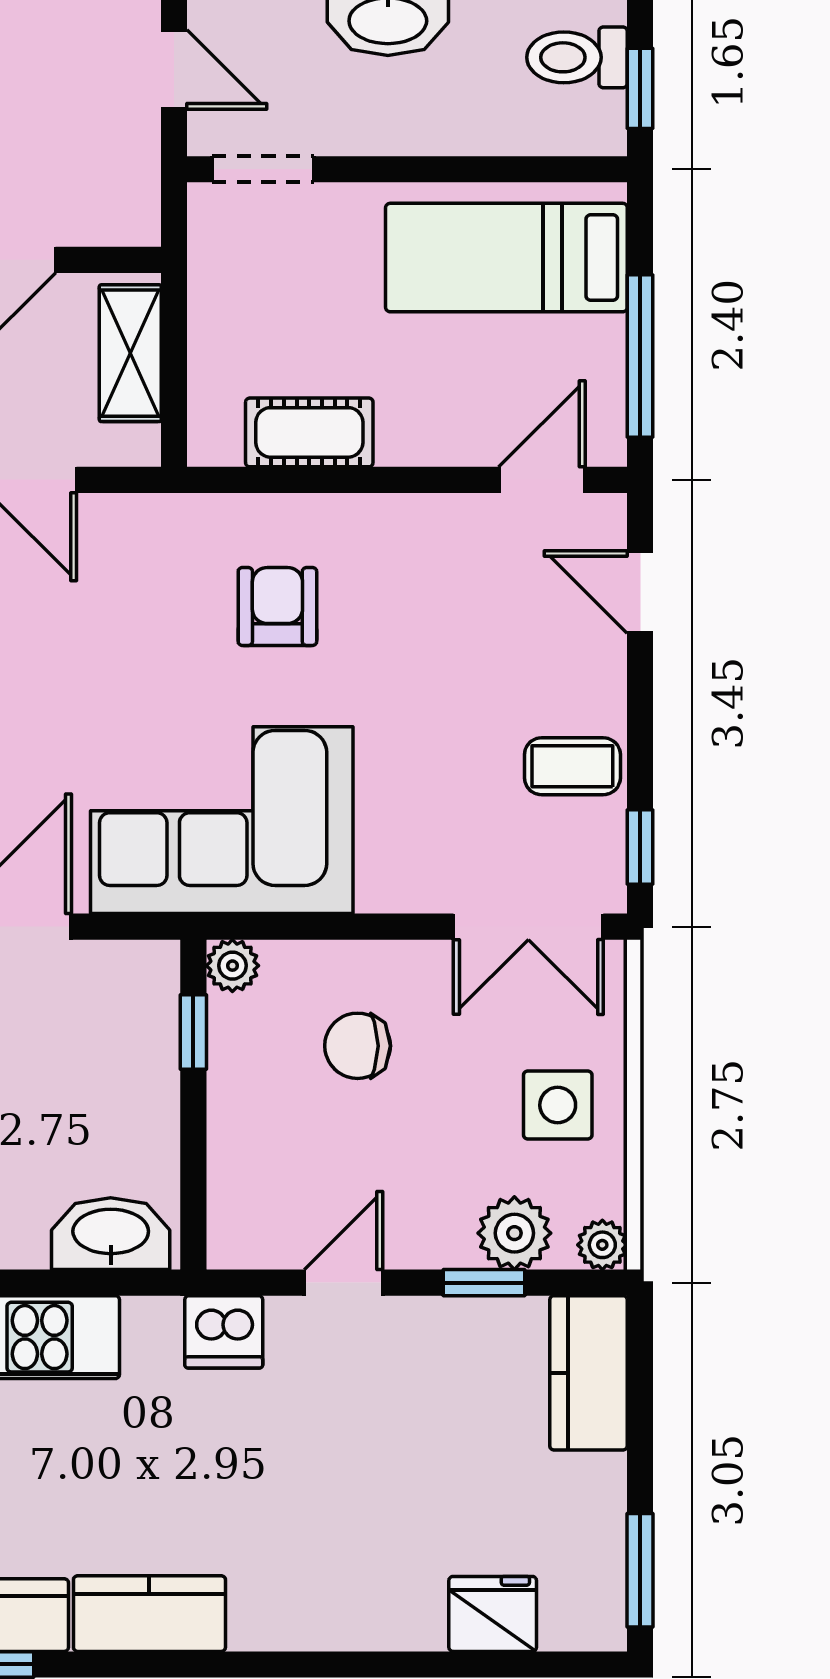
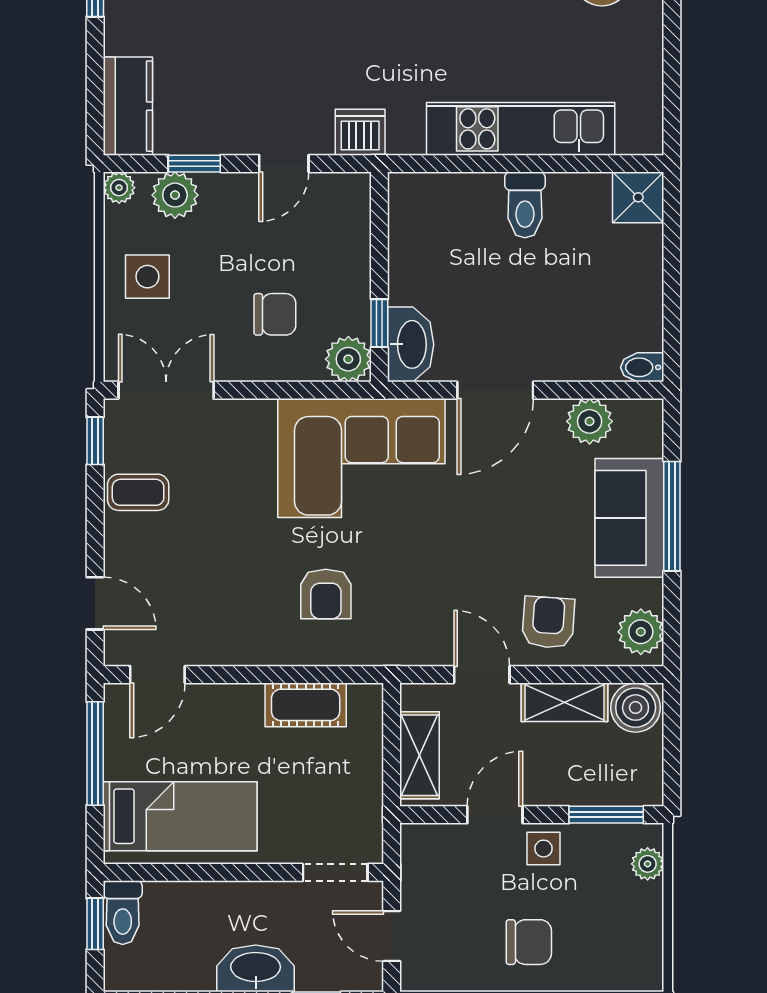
toilet: (577, 57) -> (123, 913), moved, turned 90
plant: (232, 966) -> (348, 359), width x1.38, depth x1.38
washbasin: (111, 1234) -> (411, 344), moved, turned -90

